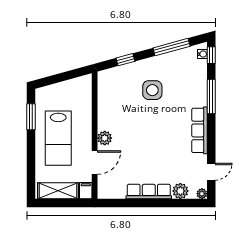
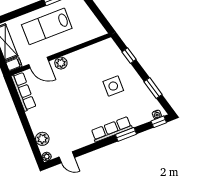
window: (172, 47) -> (153, 88), width x0.69
window: (211, 96) -> (126, 134), width x0.69
row of seats: (199, 130) -> (112, 129), moved
row of seats: (149, 192) -> (24, 92), moved

